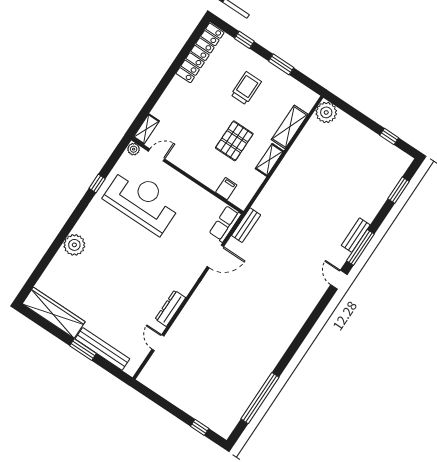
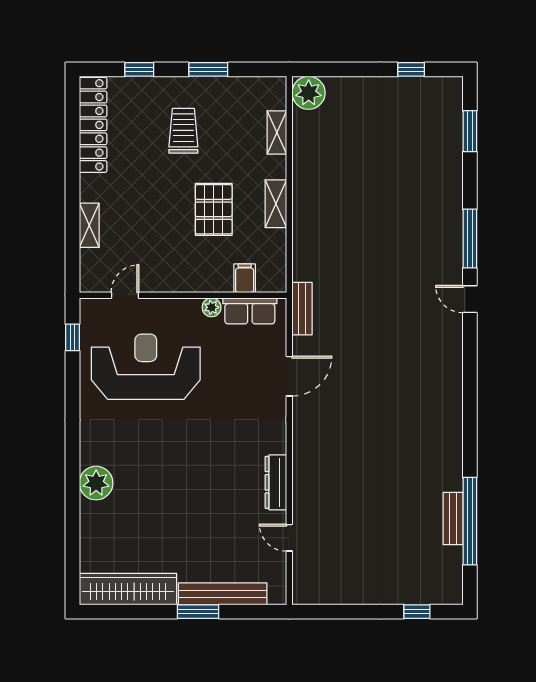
shelving: (290, 127) -> (277, 132), width x0.67, depth x0.75
shelving: (146, 129) -> (89, 225), moved
plant: (134, 149) -> (212, 307), moved
window: (97, 183) -> (72, 337), moved
row of seats: (225, 224) -> (250, 311), moved, turned -90
bench: (356, 235) -> (453, 519), moved

